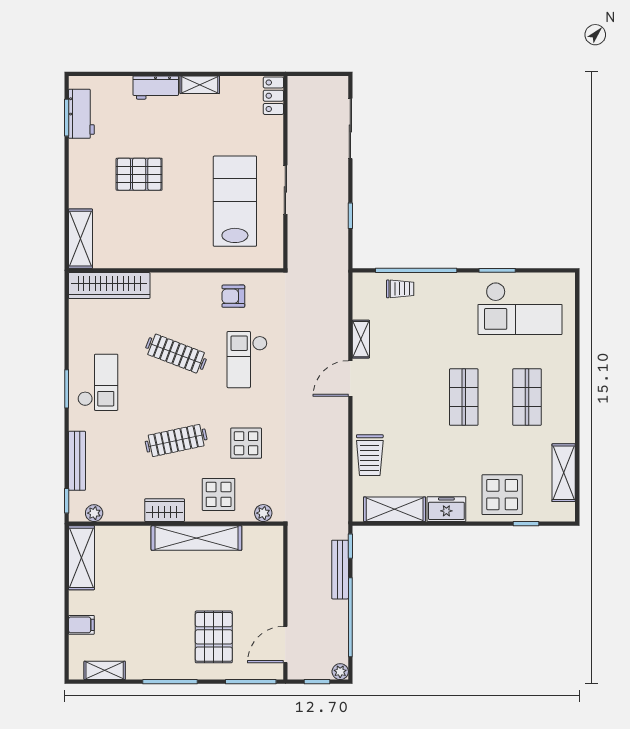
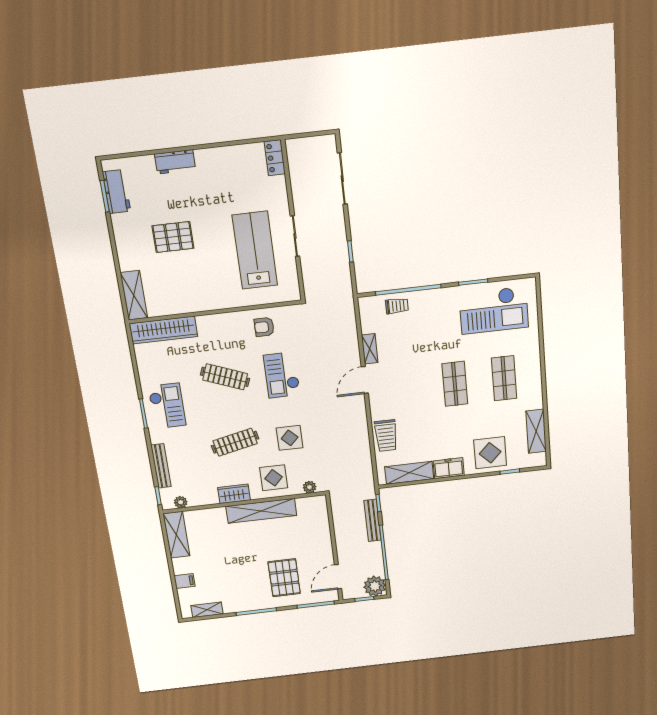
shelving: (200, 85) -> (212, 155), removed
plant: (340, 672) -> (375, 586), width x1.87, depth x1.87

